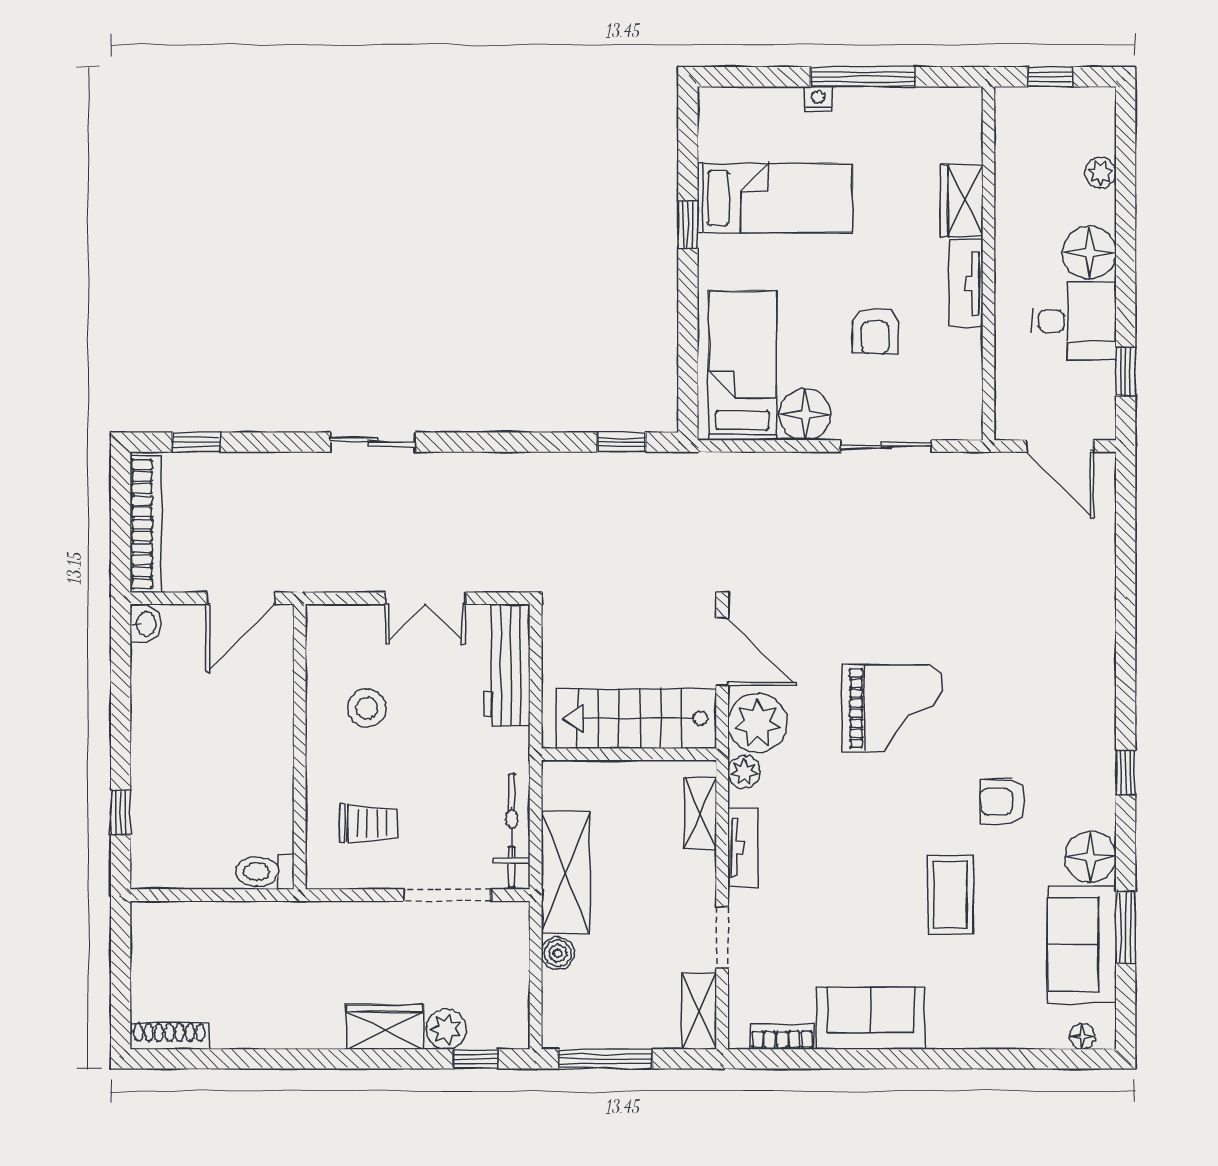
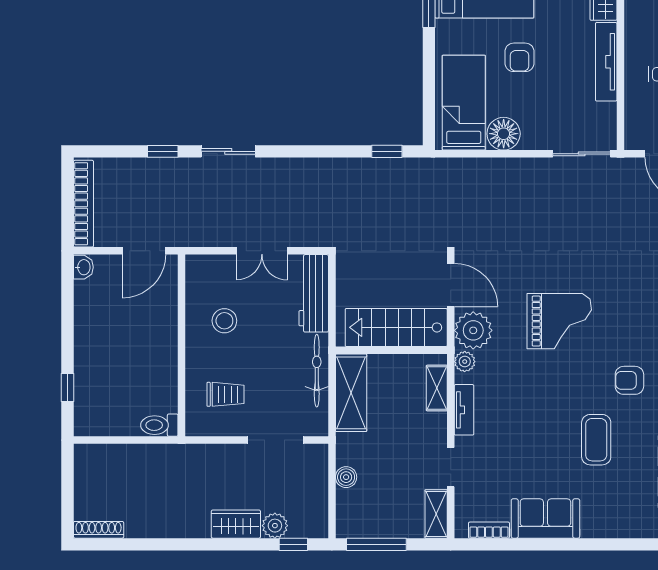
tv unit: (966, 284) -> (606, 62), width x1.41
armchair: (875, 331) -> (519, 57), moved
window: (196, 442) -> (163, 151), moved
sliding door: (886, 446) -> (582, 154), moved
bicycle: (512, 830) -> (317, 371), moved
shelving: (566, 873) -> (351, 393), moved

